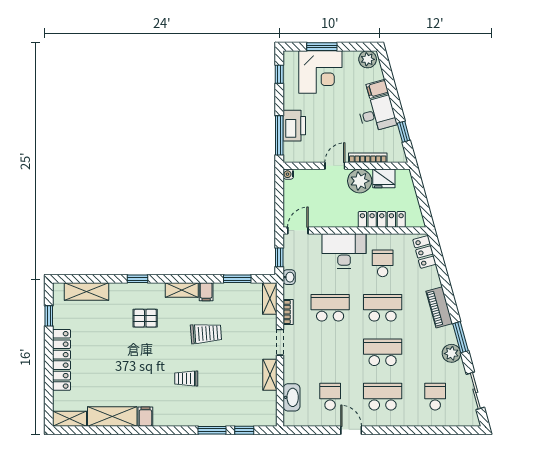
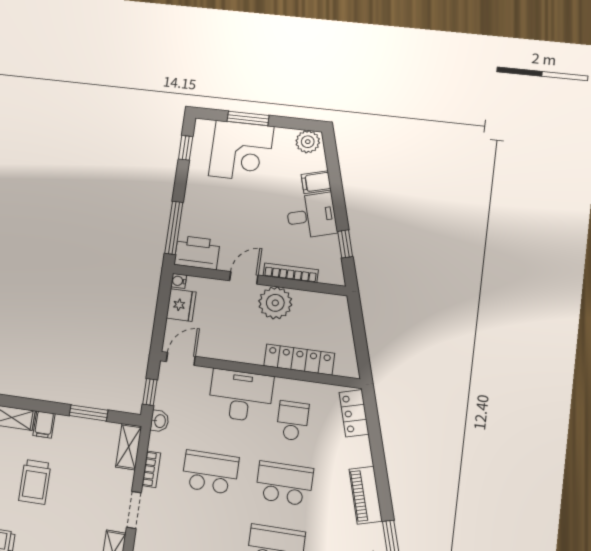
printer: (294, 126) -> (197, 253), moved, turned -90
fridge: (384, 178) -> (181, 305), moved, turned -90
trolley: (206, 333) -> (35, 482), turned 94

